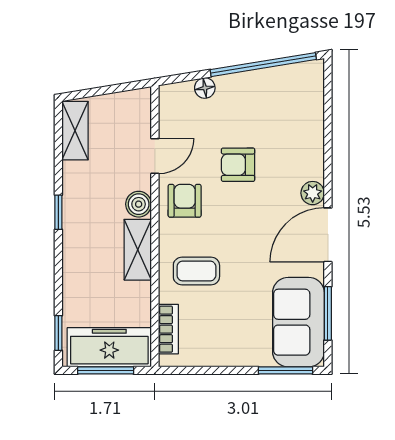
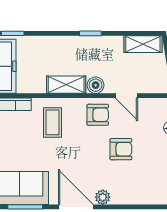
armchair: (238, 165) -> (121, 149), turned 90

